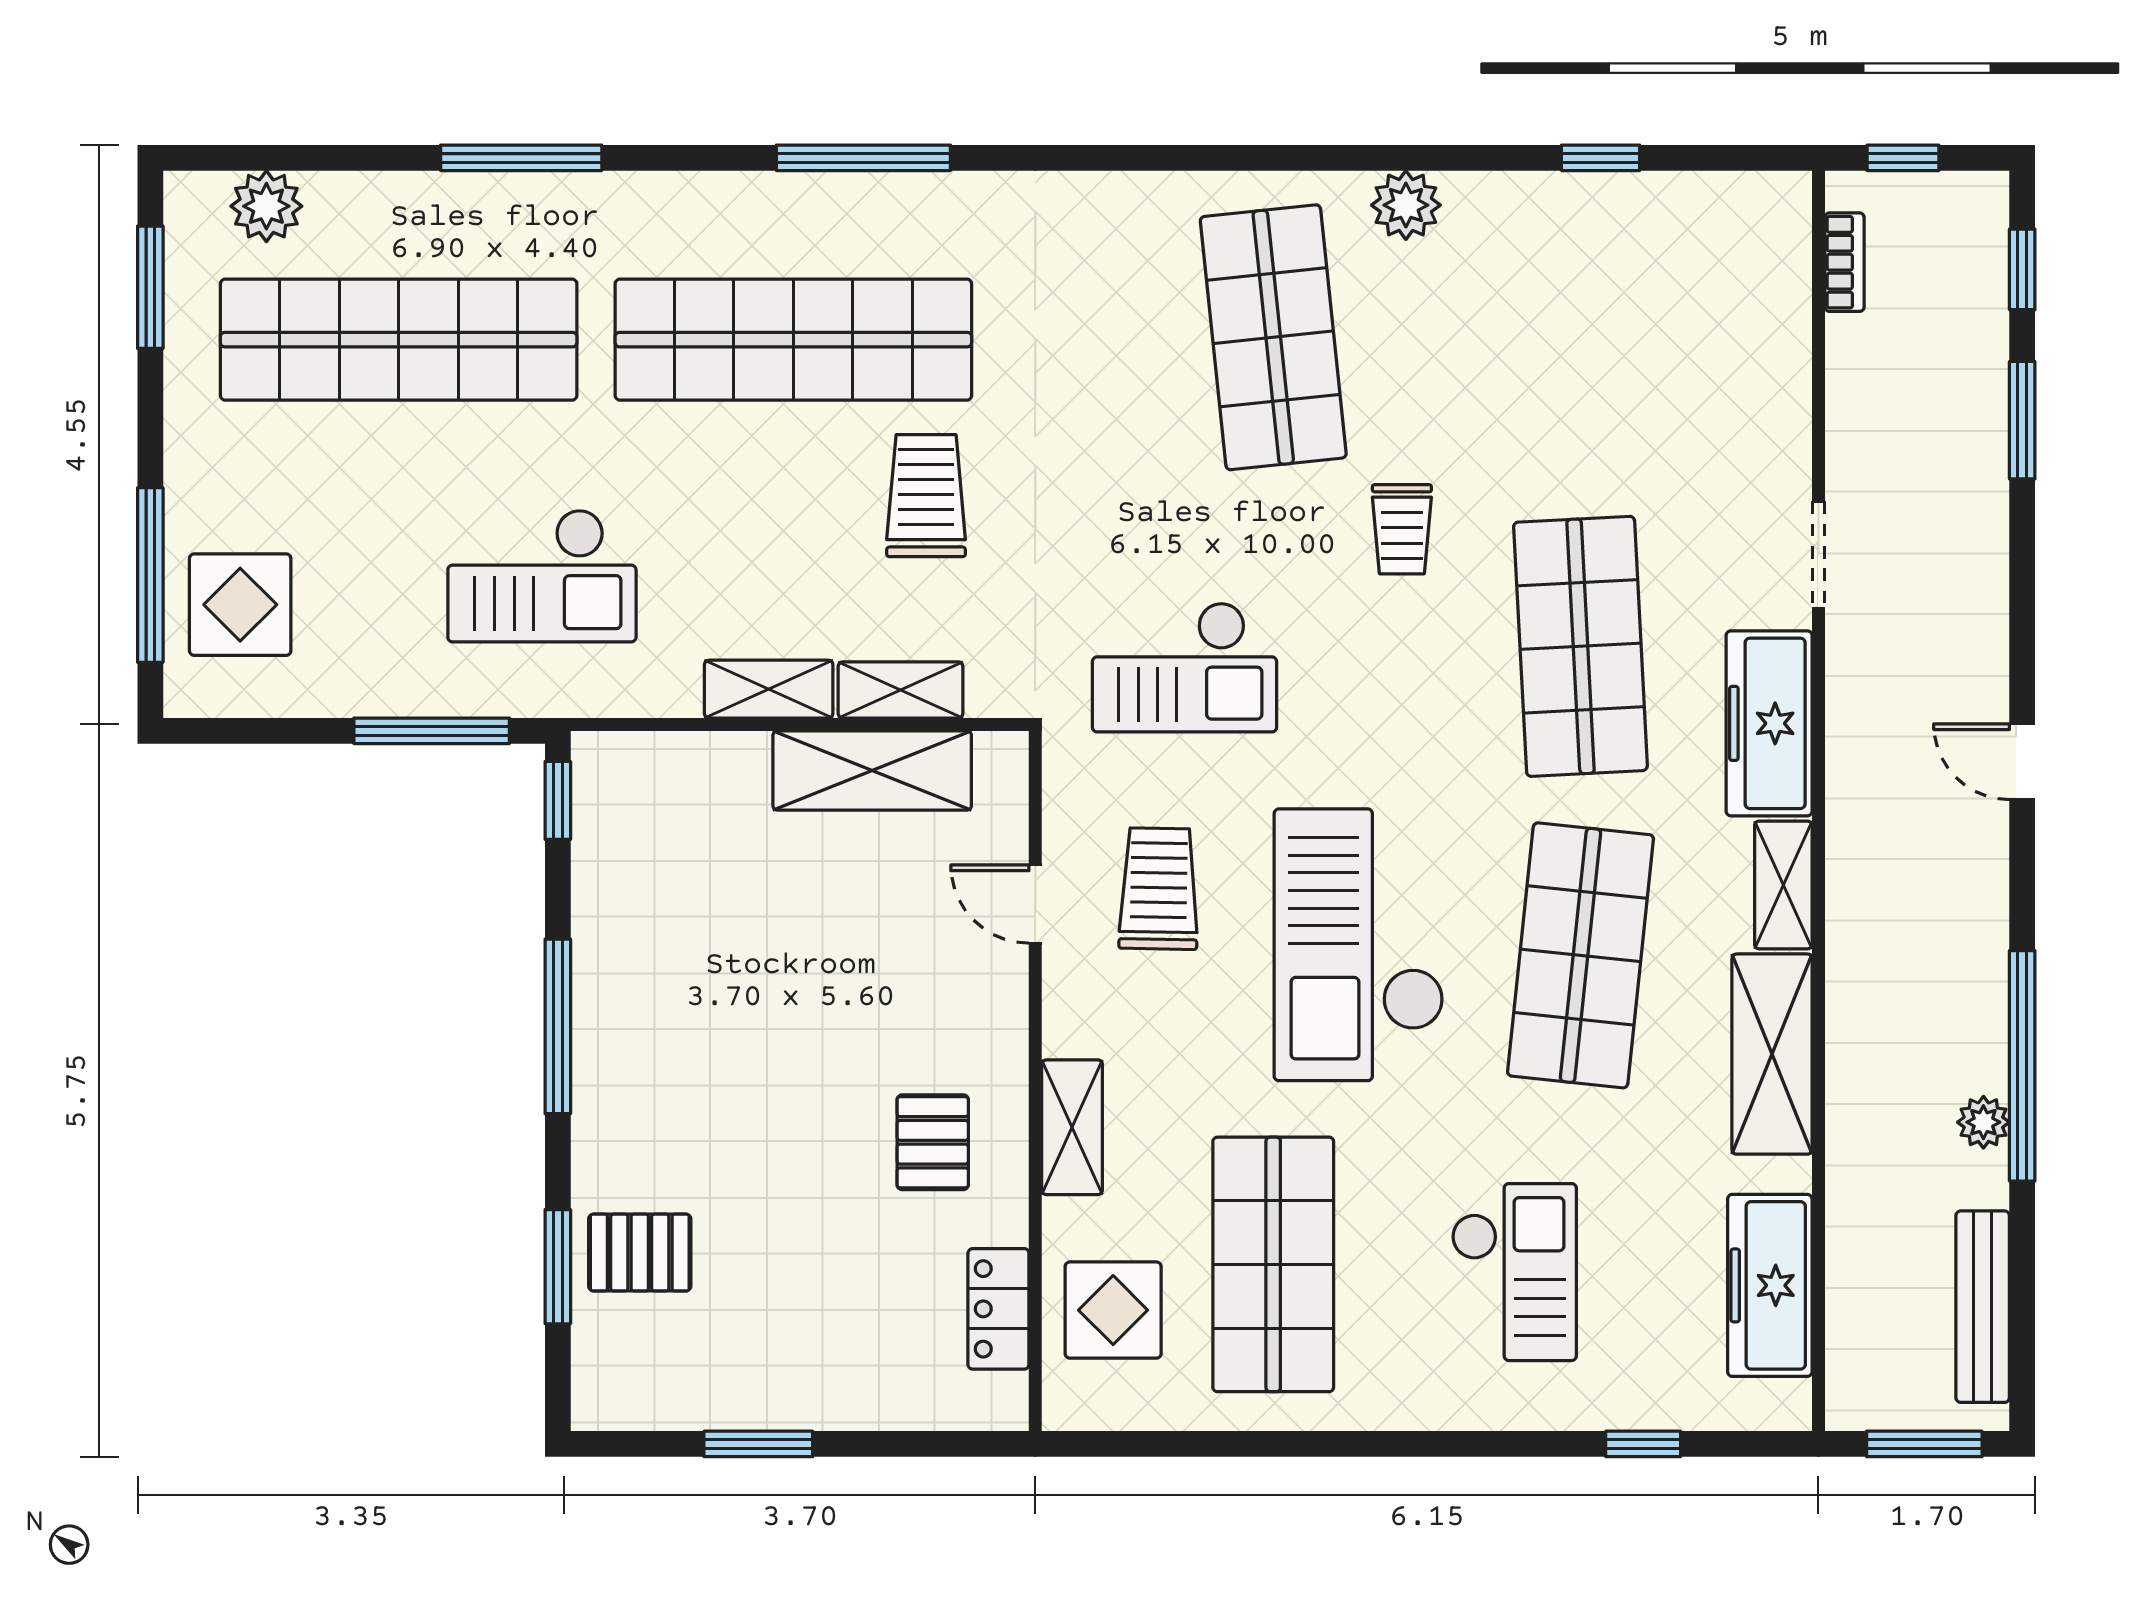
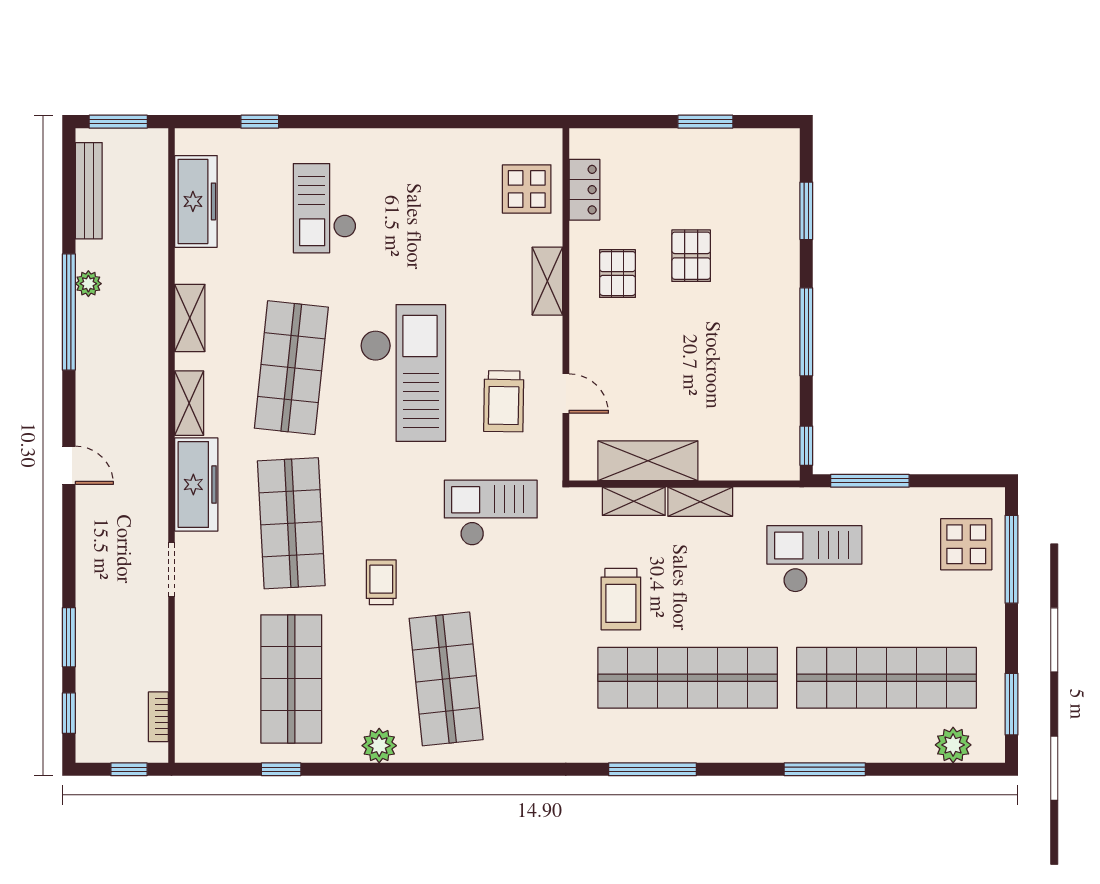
shelving: (1772, 1054) -> (190, 318), width x0.67, depth x0.75
pallet: (640, 1253) -> (691, 256), moved, turned 90
shop shelf: (1273, 1264) -> (291, 679), moved

